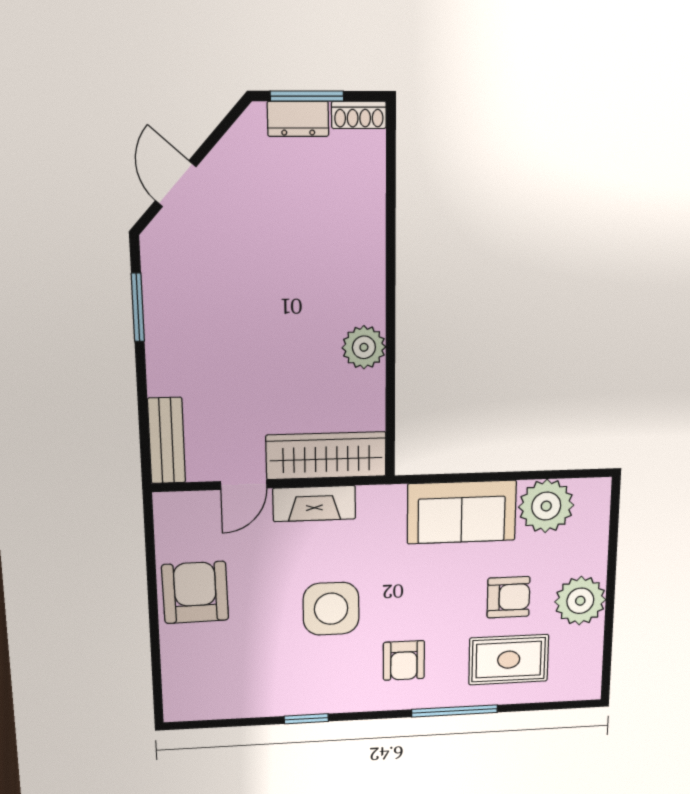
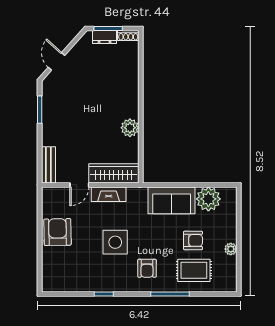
plant: (580, 601) -> (231, 249), width x0.53, depth x0.53

